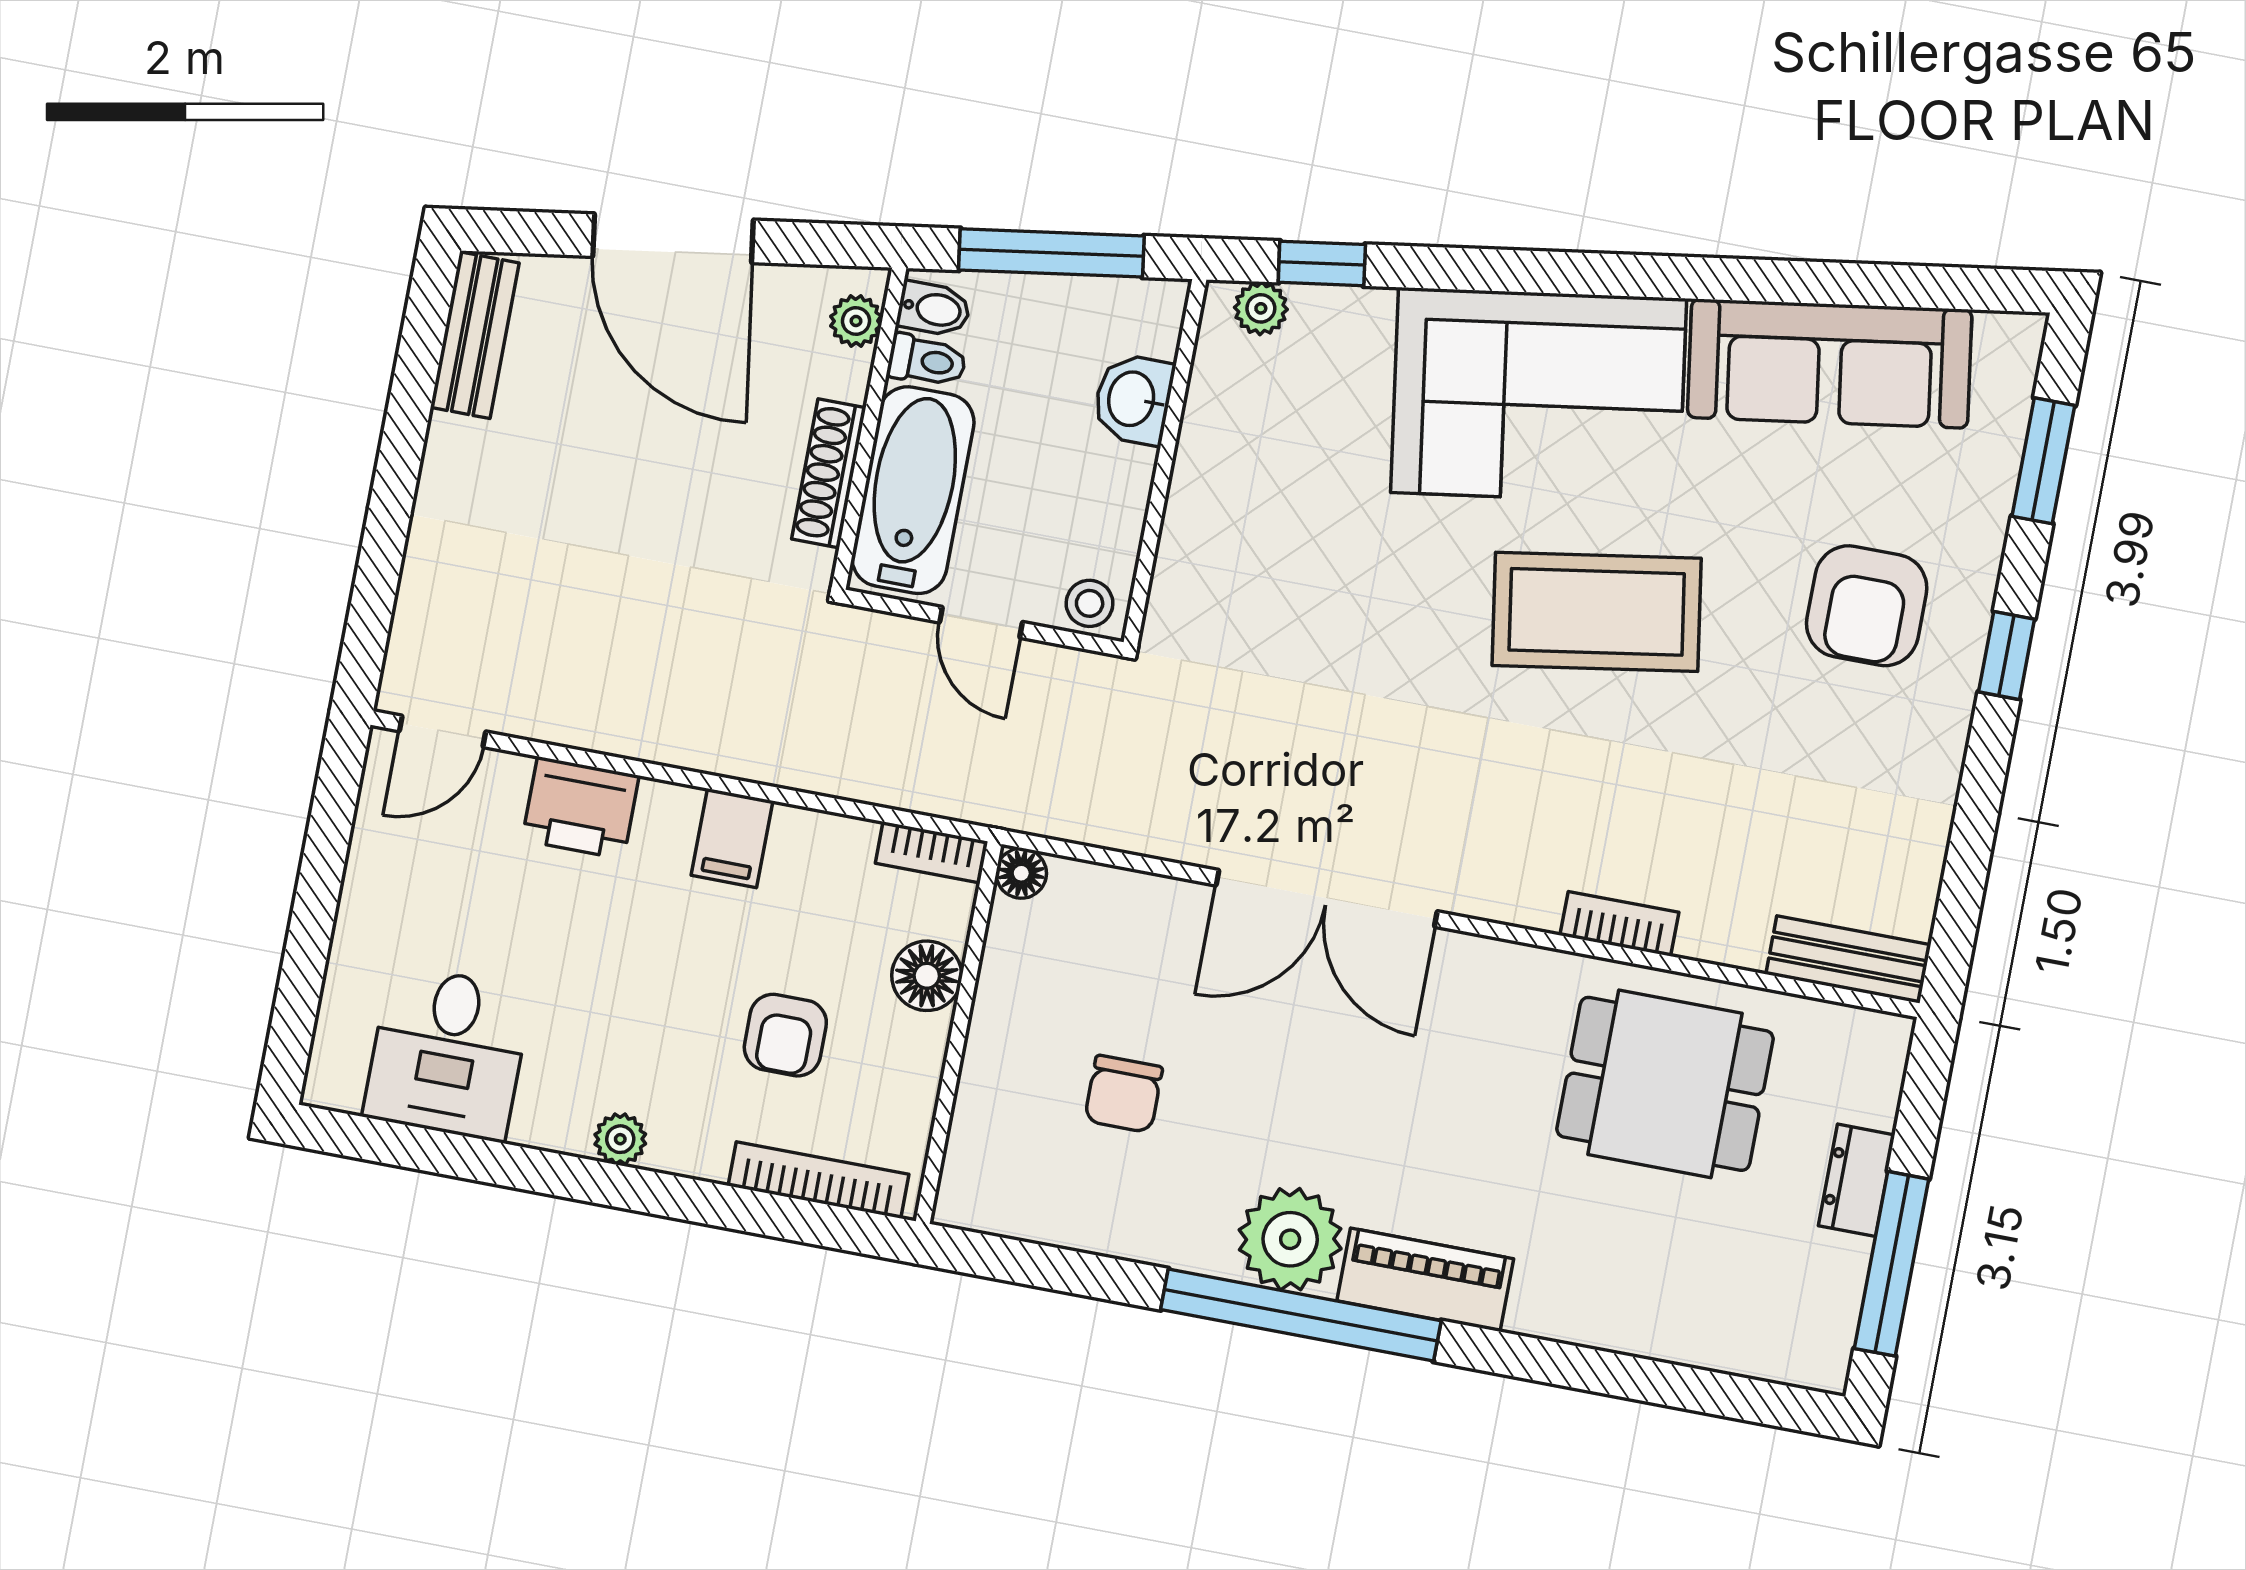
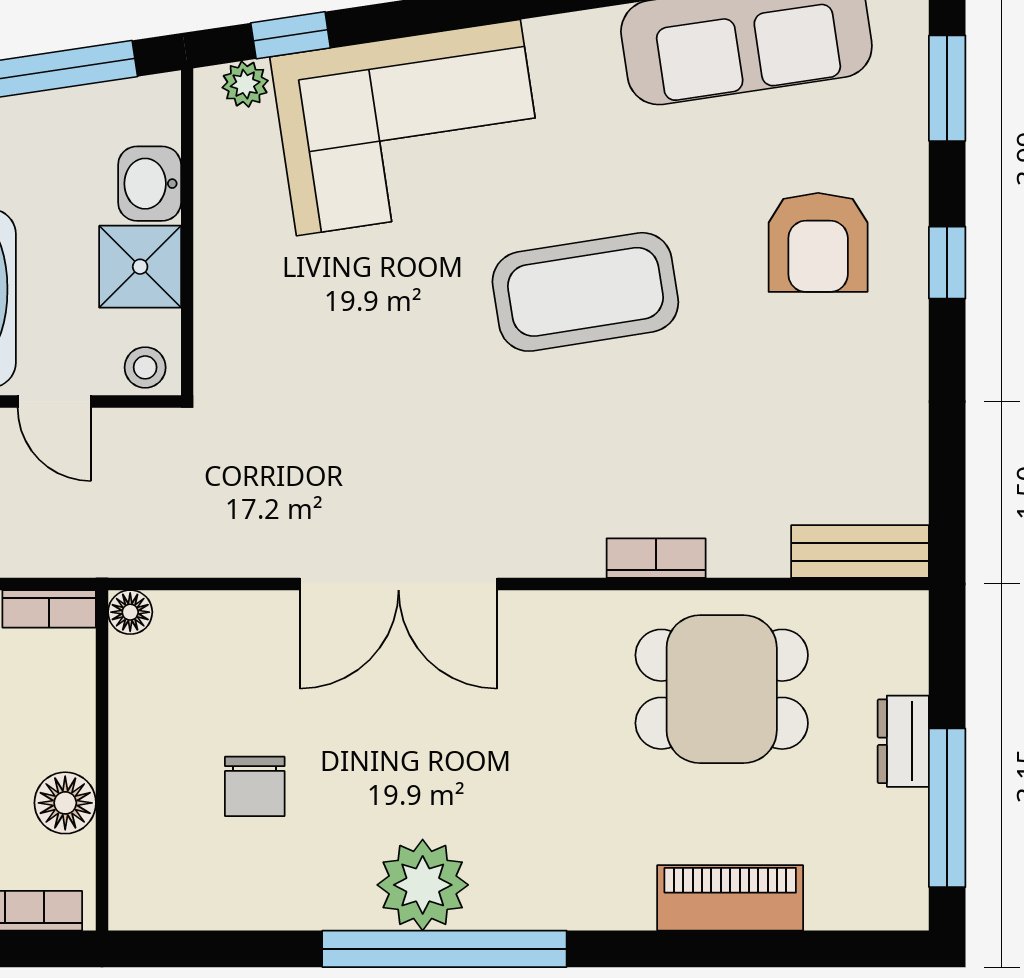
corner sofa: (1539, 395) -> (408, 128), moved
shower: (1105, 490) -> (140, 267), added
floor lamp: (927, 976) -> (65, 803), moved
piano: (1425, 1280) -> (730, 898), moved

